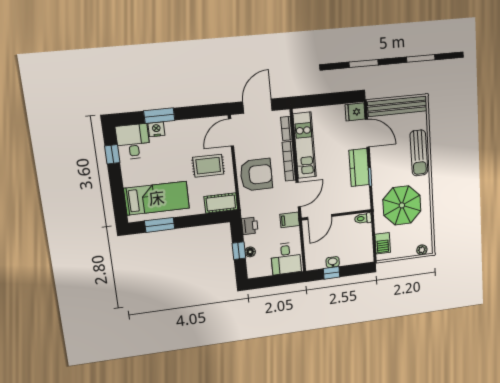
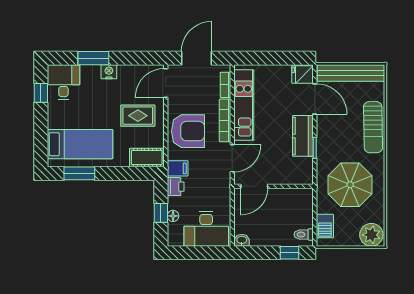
nightstand: (156, 129) -> (109, 72), moved
toilet: (363, 218) -> (304, 235), moved
filing cabinet: (290, 220) -> (178, 168), moved, turned 180
plant: (422, 250) -> (371, 235), width x1.87, depth x1.87
desk: (286, 259) -> (206, 229), width x1.37
washbasin: (333, 262) -> (242, 240), moved
window: (332, 273) -> (290, 253), moved

